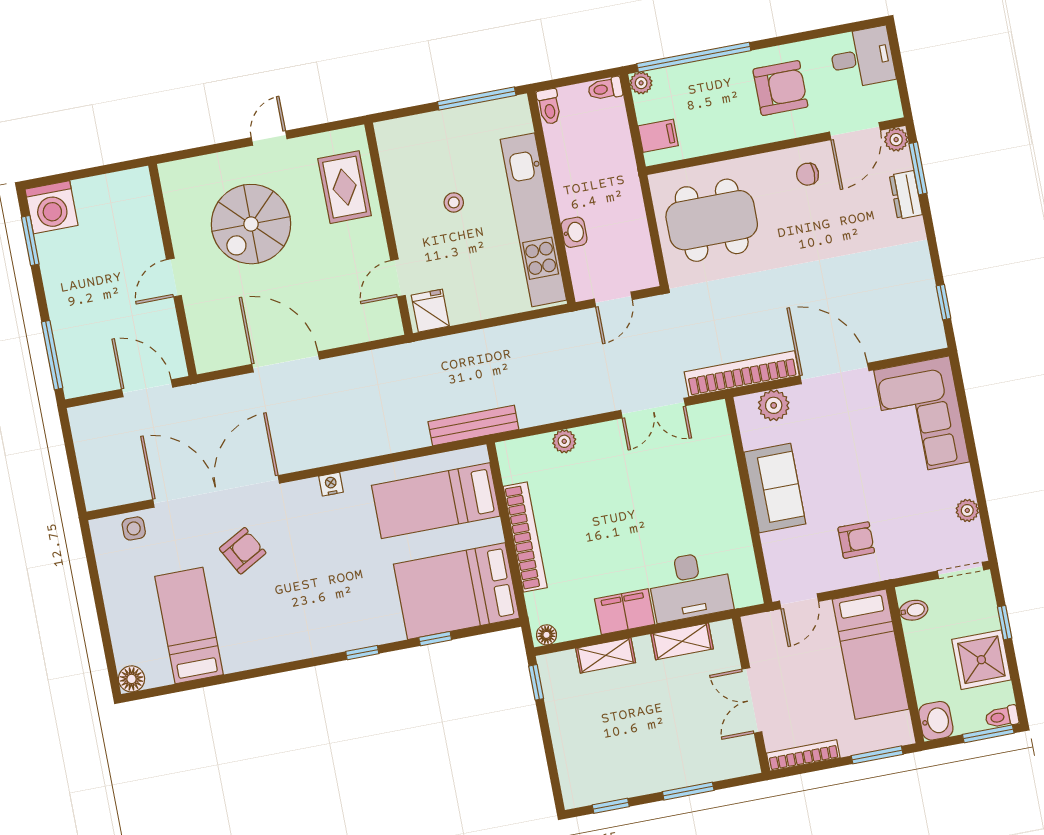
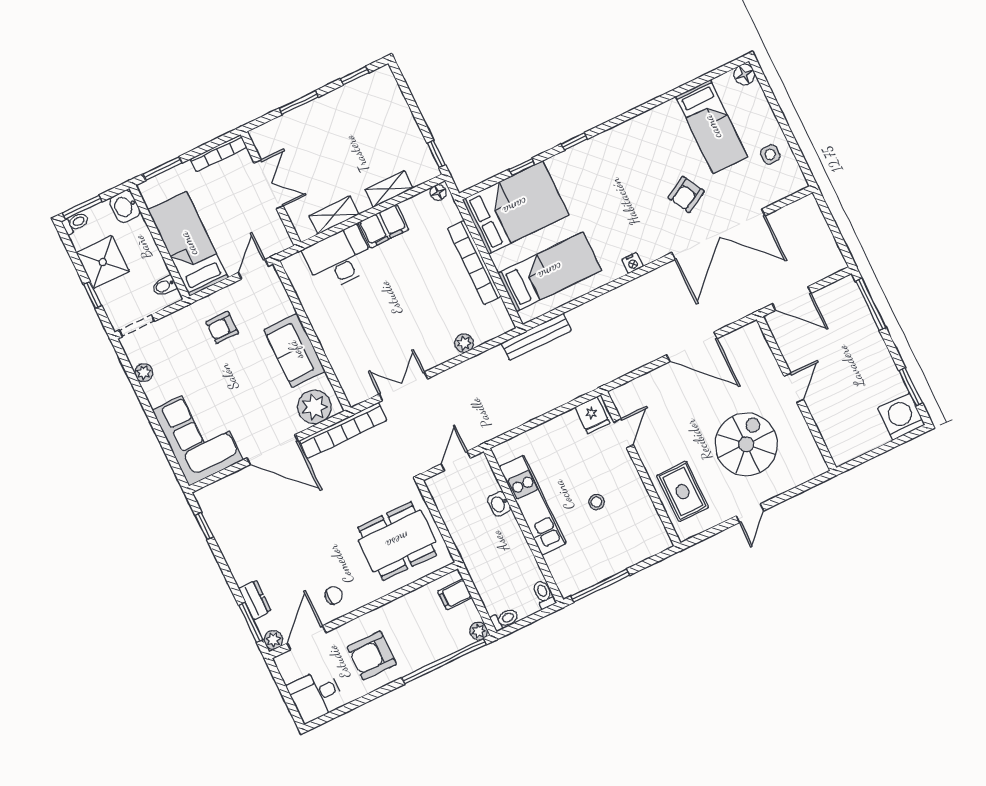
kitchen unit: (533, 220) -> (533, 505), width x0.73
plant: (774, 405) -> (314, 407), width x1.36, depth x1.36
side table: (134, 528) -> (770, 154), moved

